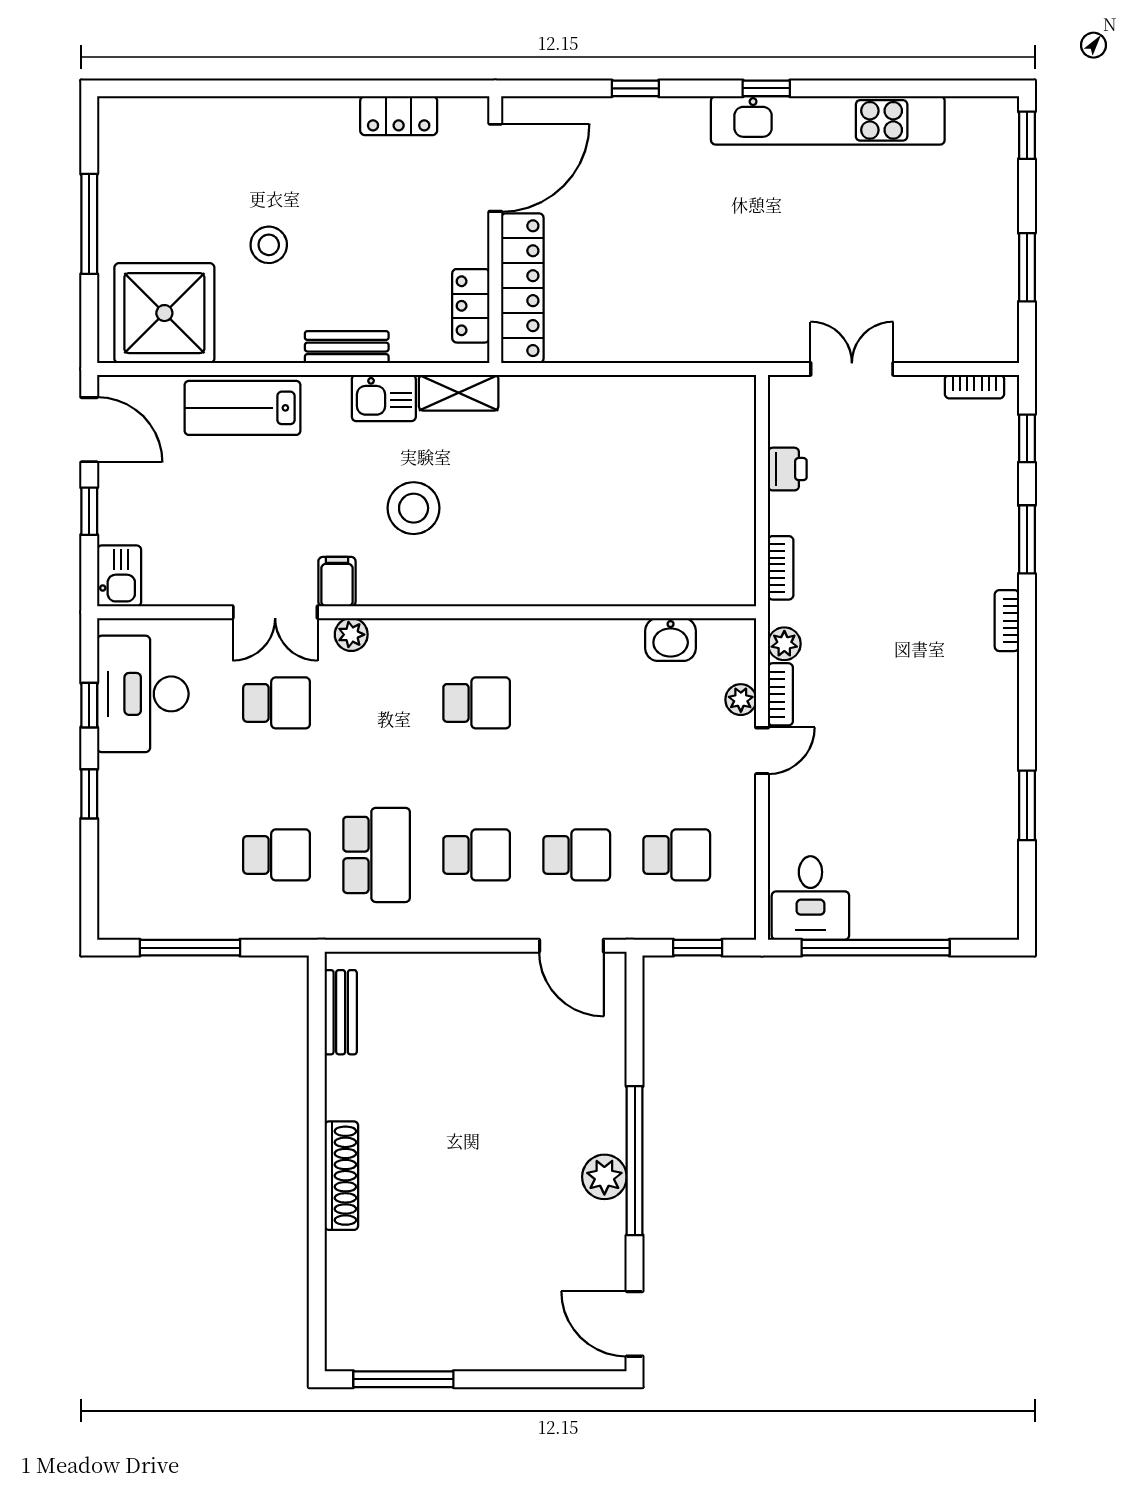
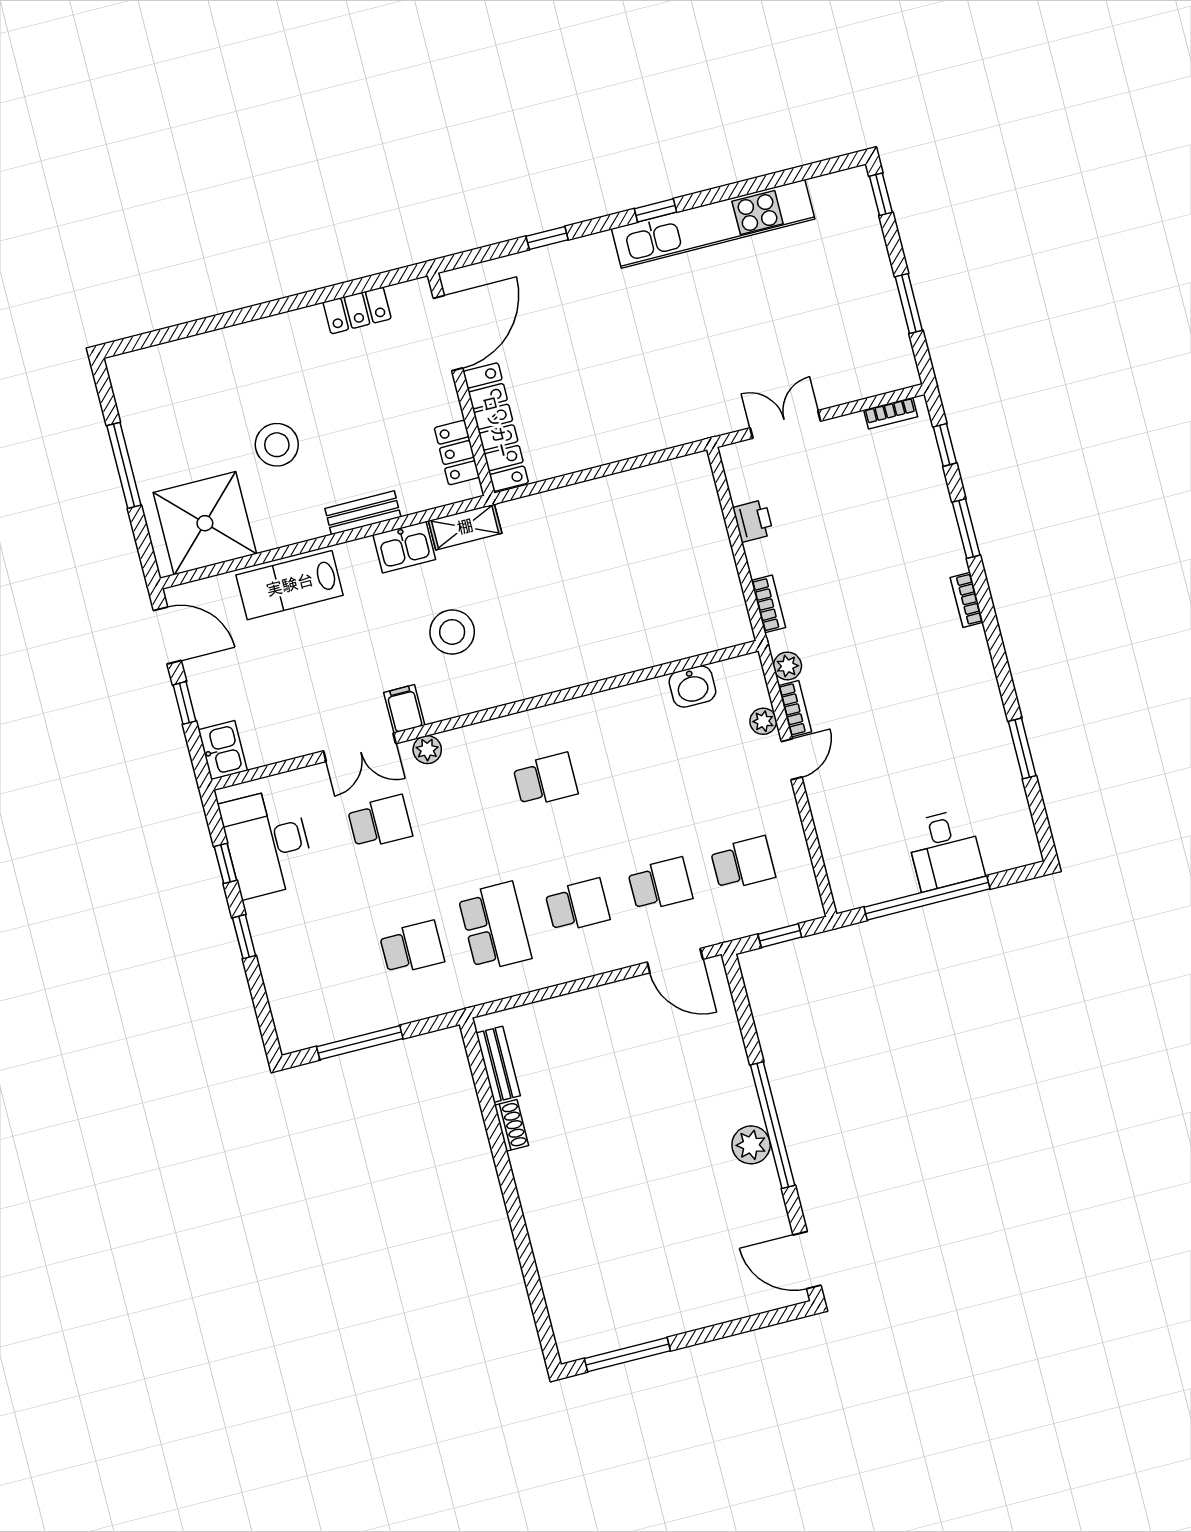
stool: (269, 245) -> (277, 445), width x1.38, depth x1.38
desk: (810, 898) -> (945, 850), moved
shoe rack: (341, 1176) -> (512, 1125), moved, width x0.51, depth x0.81

